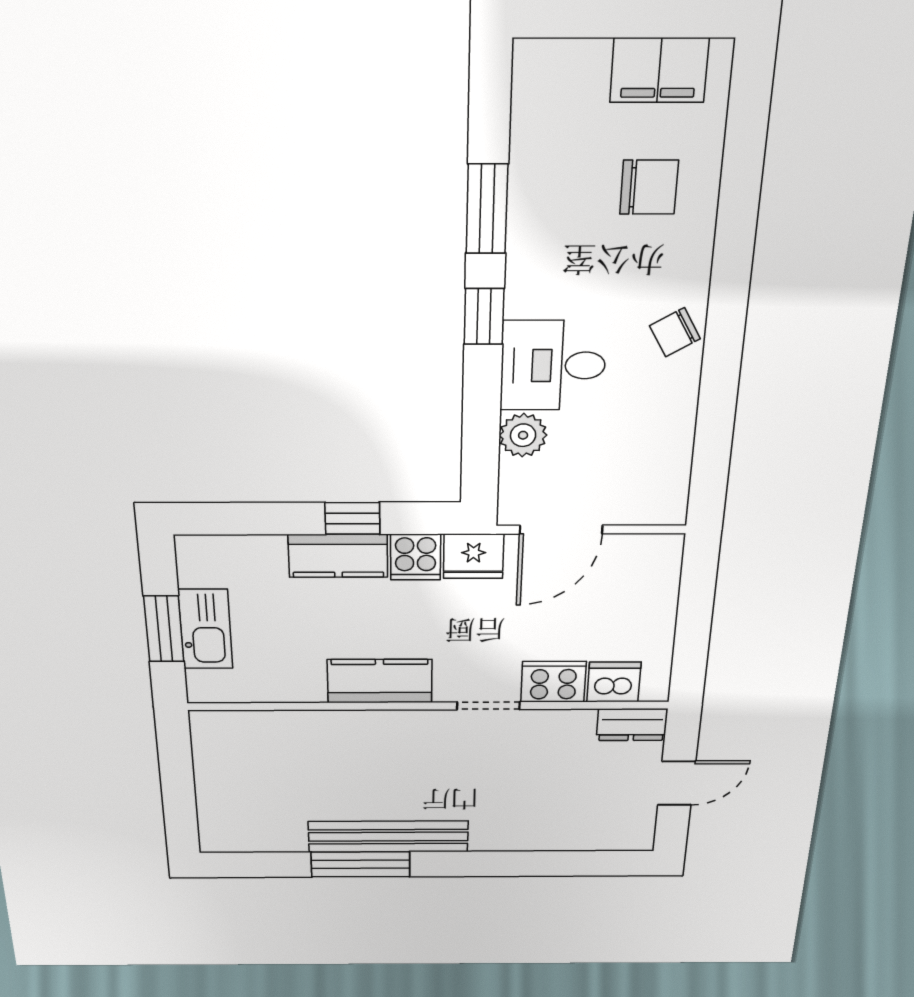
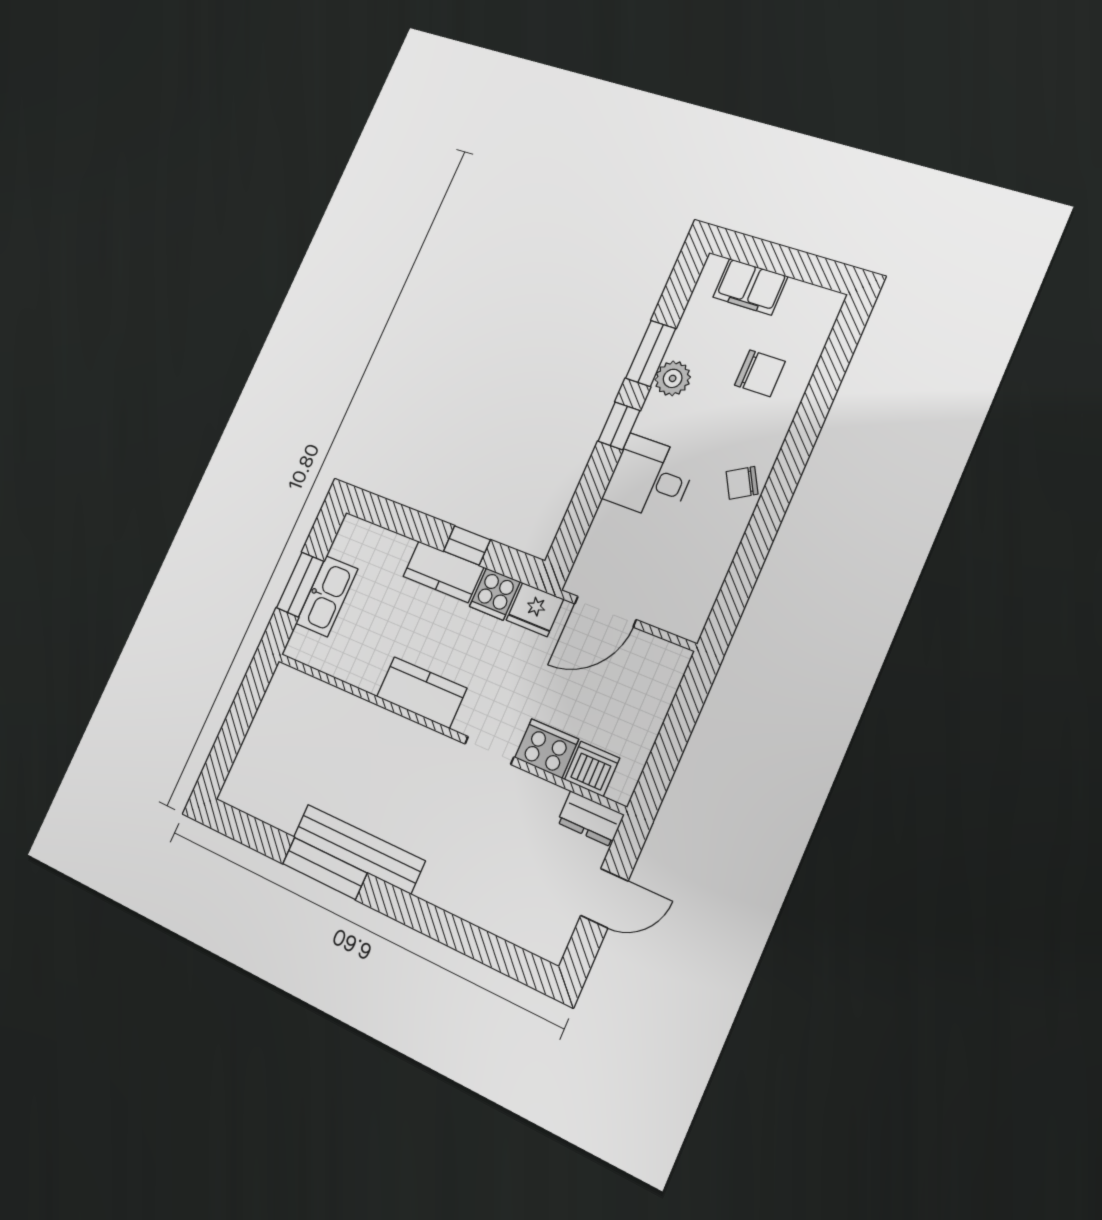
filing cabinet: (659, 70) -> (750, 287), moved
plant: (523, 435) -> (673, 378), moved

